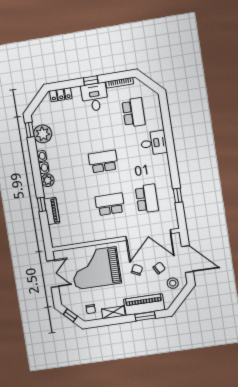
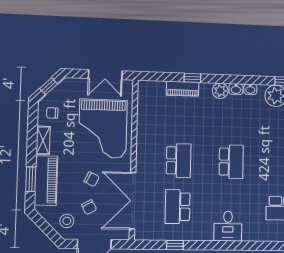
desk: (154, 143) -> (228, 226), moved
school desk: (147, 199) -> (178, 207), turned 90
grand piano: (96, 268) -> (103, 129), turned 180

